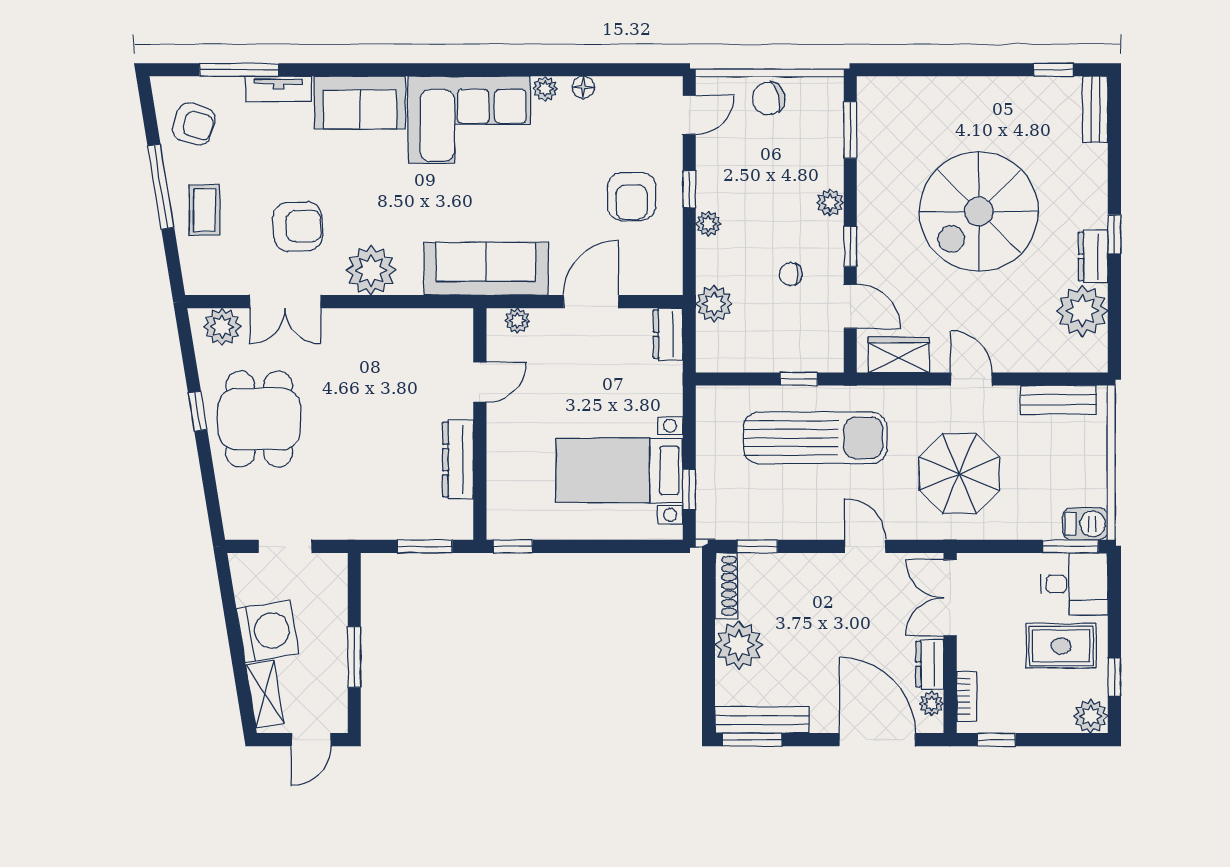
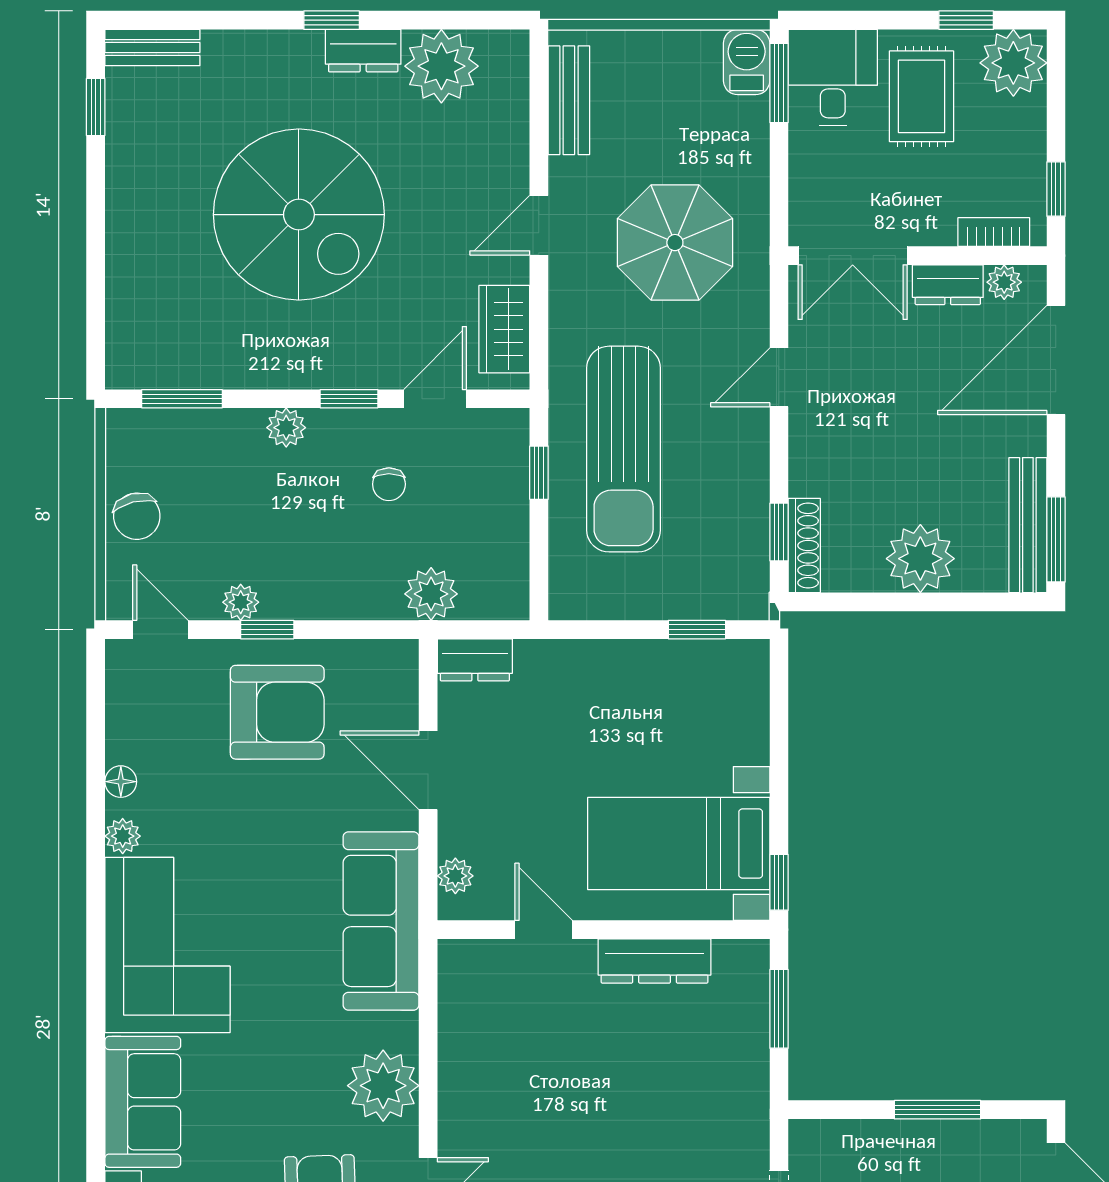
armchair: (632, 196) -> (277, 712), width x1.36, depth x1.36
plant: (708, 224) -> (241, 602), moved
sun lounger: (815, 438) -> (624, 449), turned 180
bed with nightstands: (619, 470) -> (679, 844), moved, turned 90
shoe rack: (726, 586) -> (804, 546), moved, turned 90
plant: (1091, 716) -> (1013, 63), width x1.36, depth x1.36

